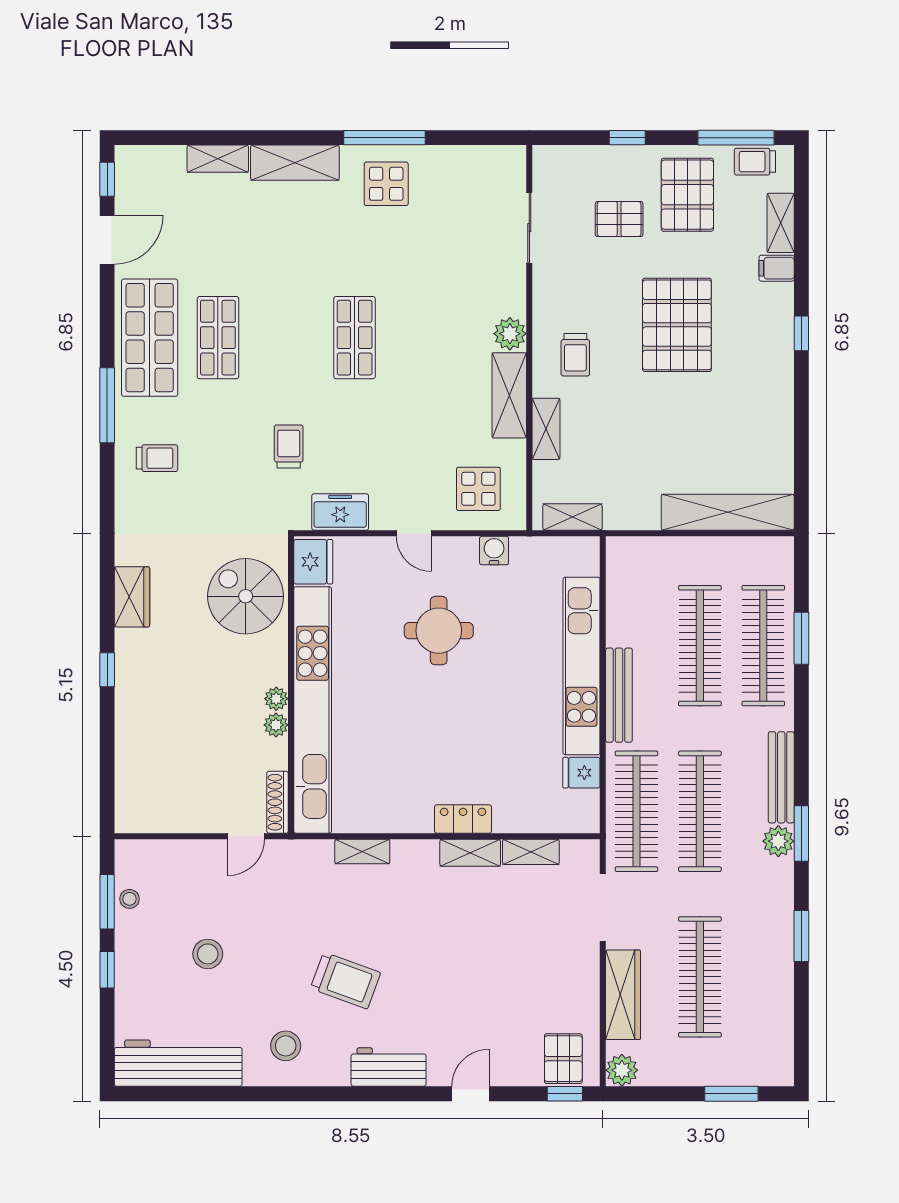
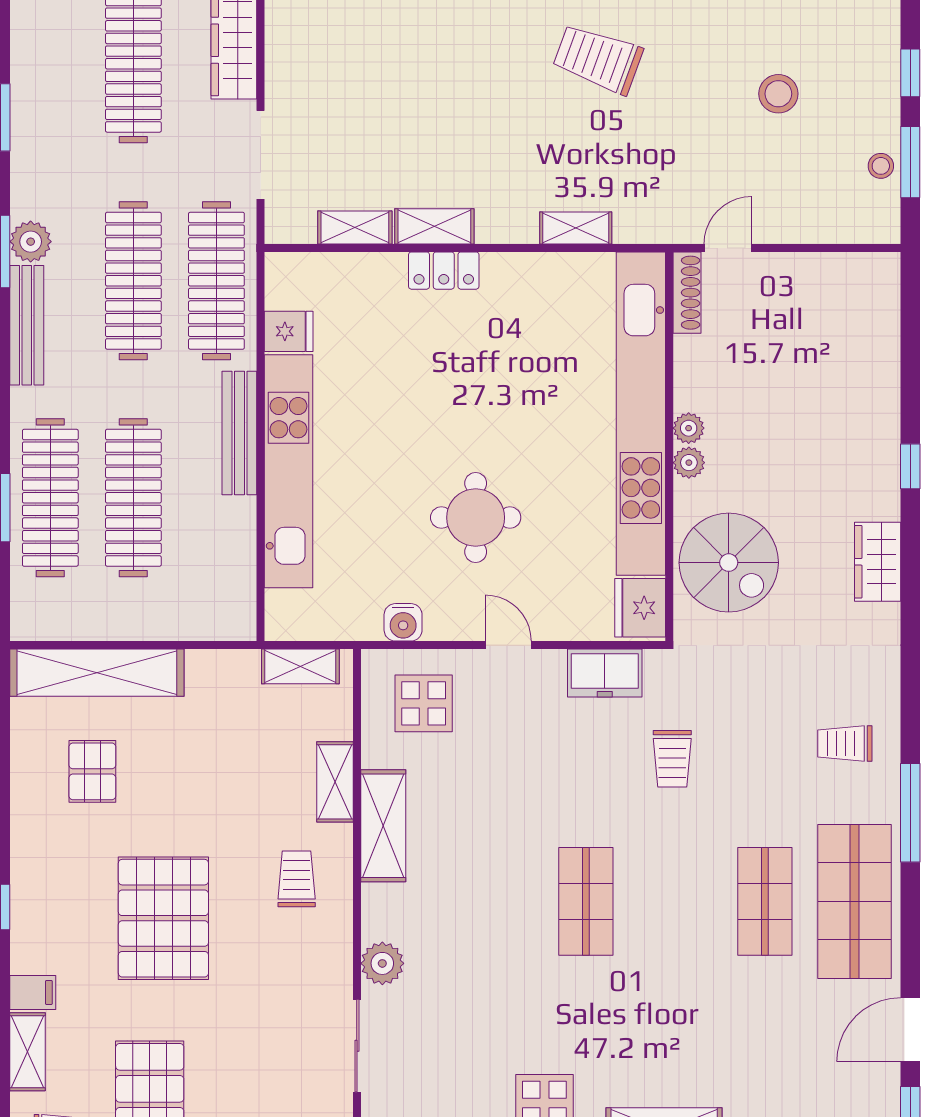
pallet: (619, 219) -> (92, 771), moved, turned 90
plant: (510, 334) -> (382, 963), moved
plant: (276, 725) -> (689, 463), moved

